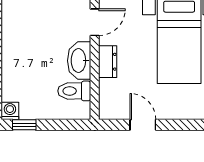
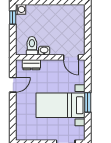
washbasin: (79, 61) -> (44, 51), width x0.52, depth x0.69
dresser: (108, 62) -> (31, 65), moved

